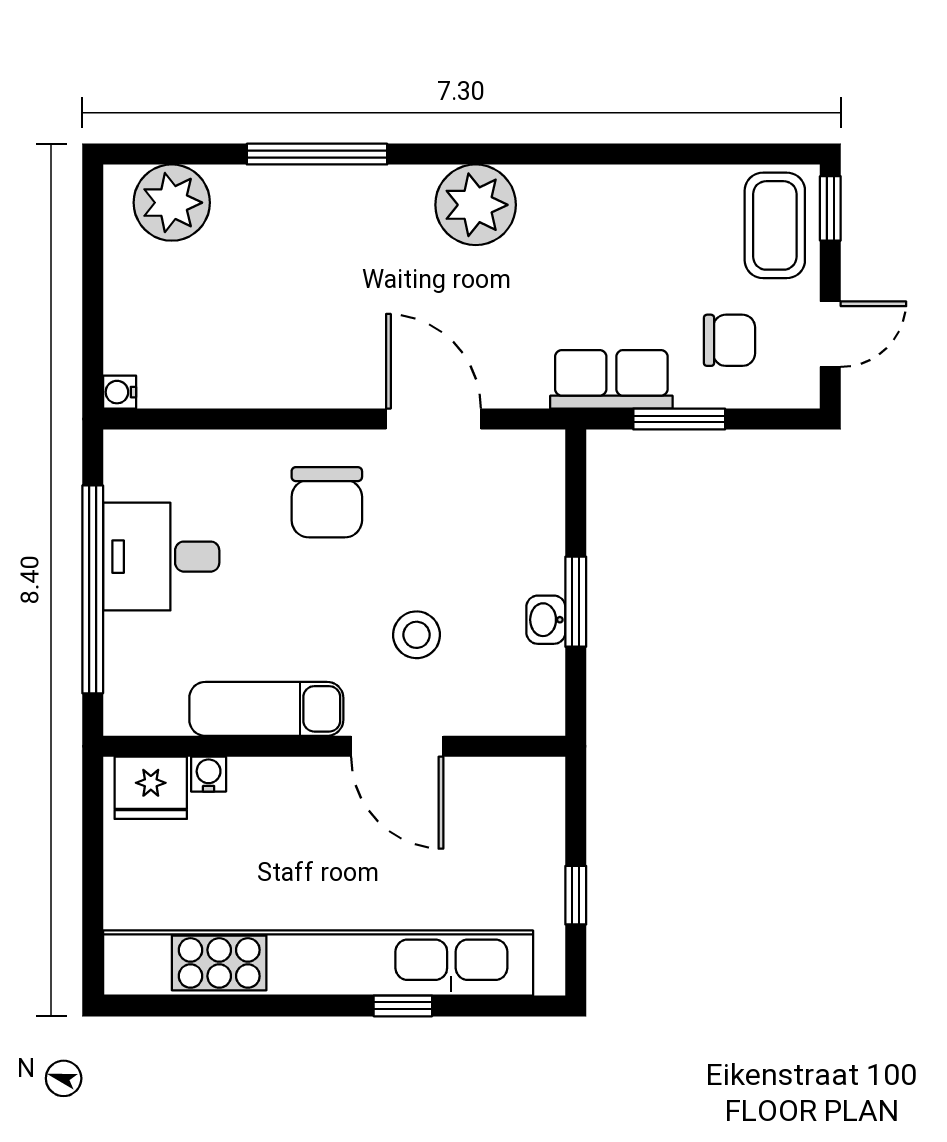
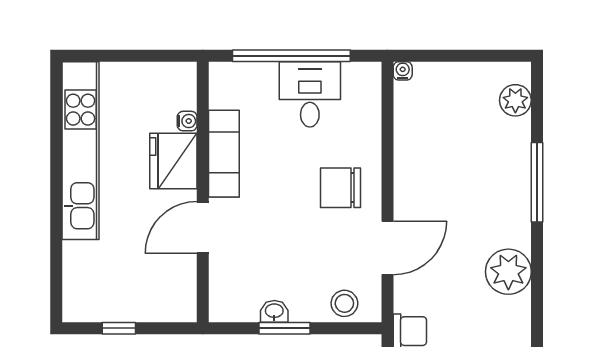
plant: (172, 203) -> (515, 100), width x0.73, depth x0.73
stool: (417, 635) -> (344, 303), moved
fridge: (151, 788) -> (173, 161), moved, width x1.36, depth x1.34
kitchen unit: (318, 963) -> (81, 151), width x0.73
window: (403, 1006) -> (56, 231), removed

